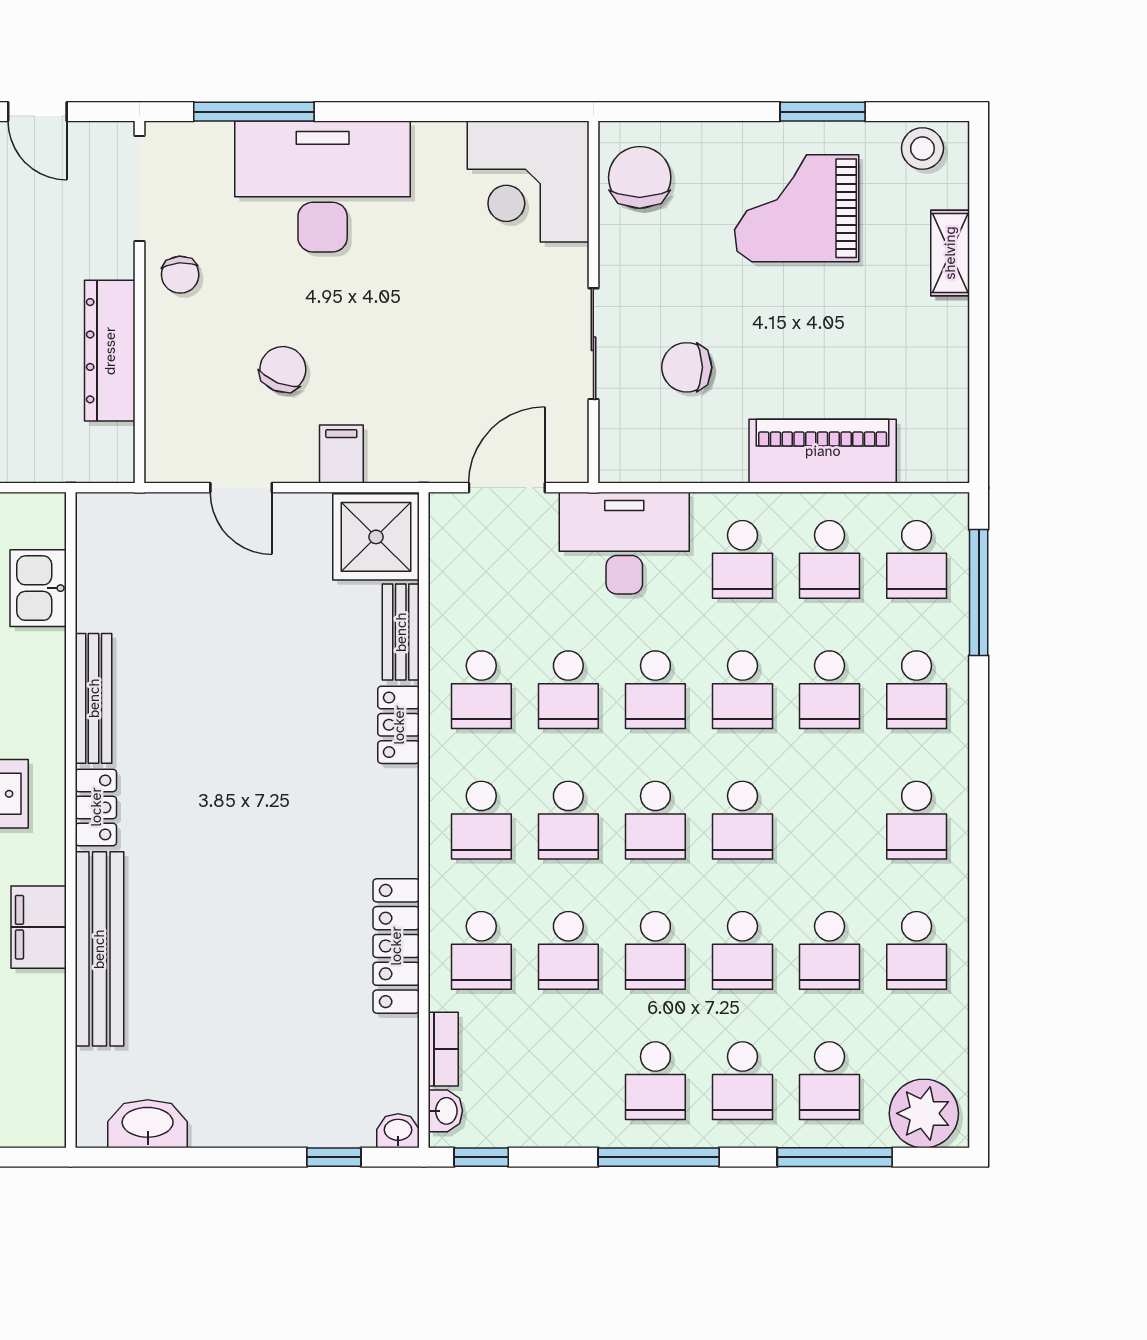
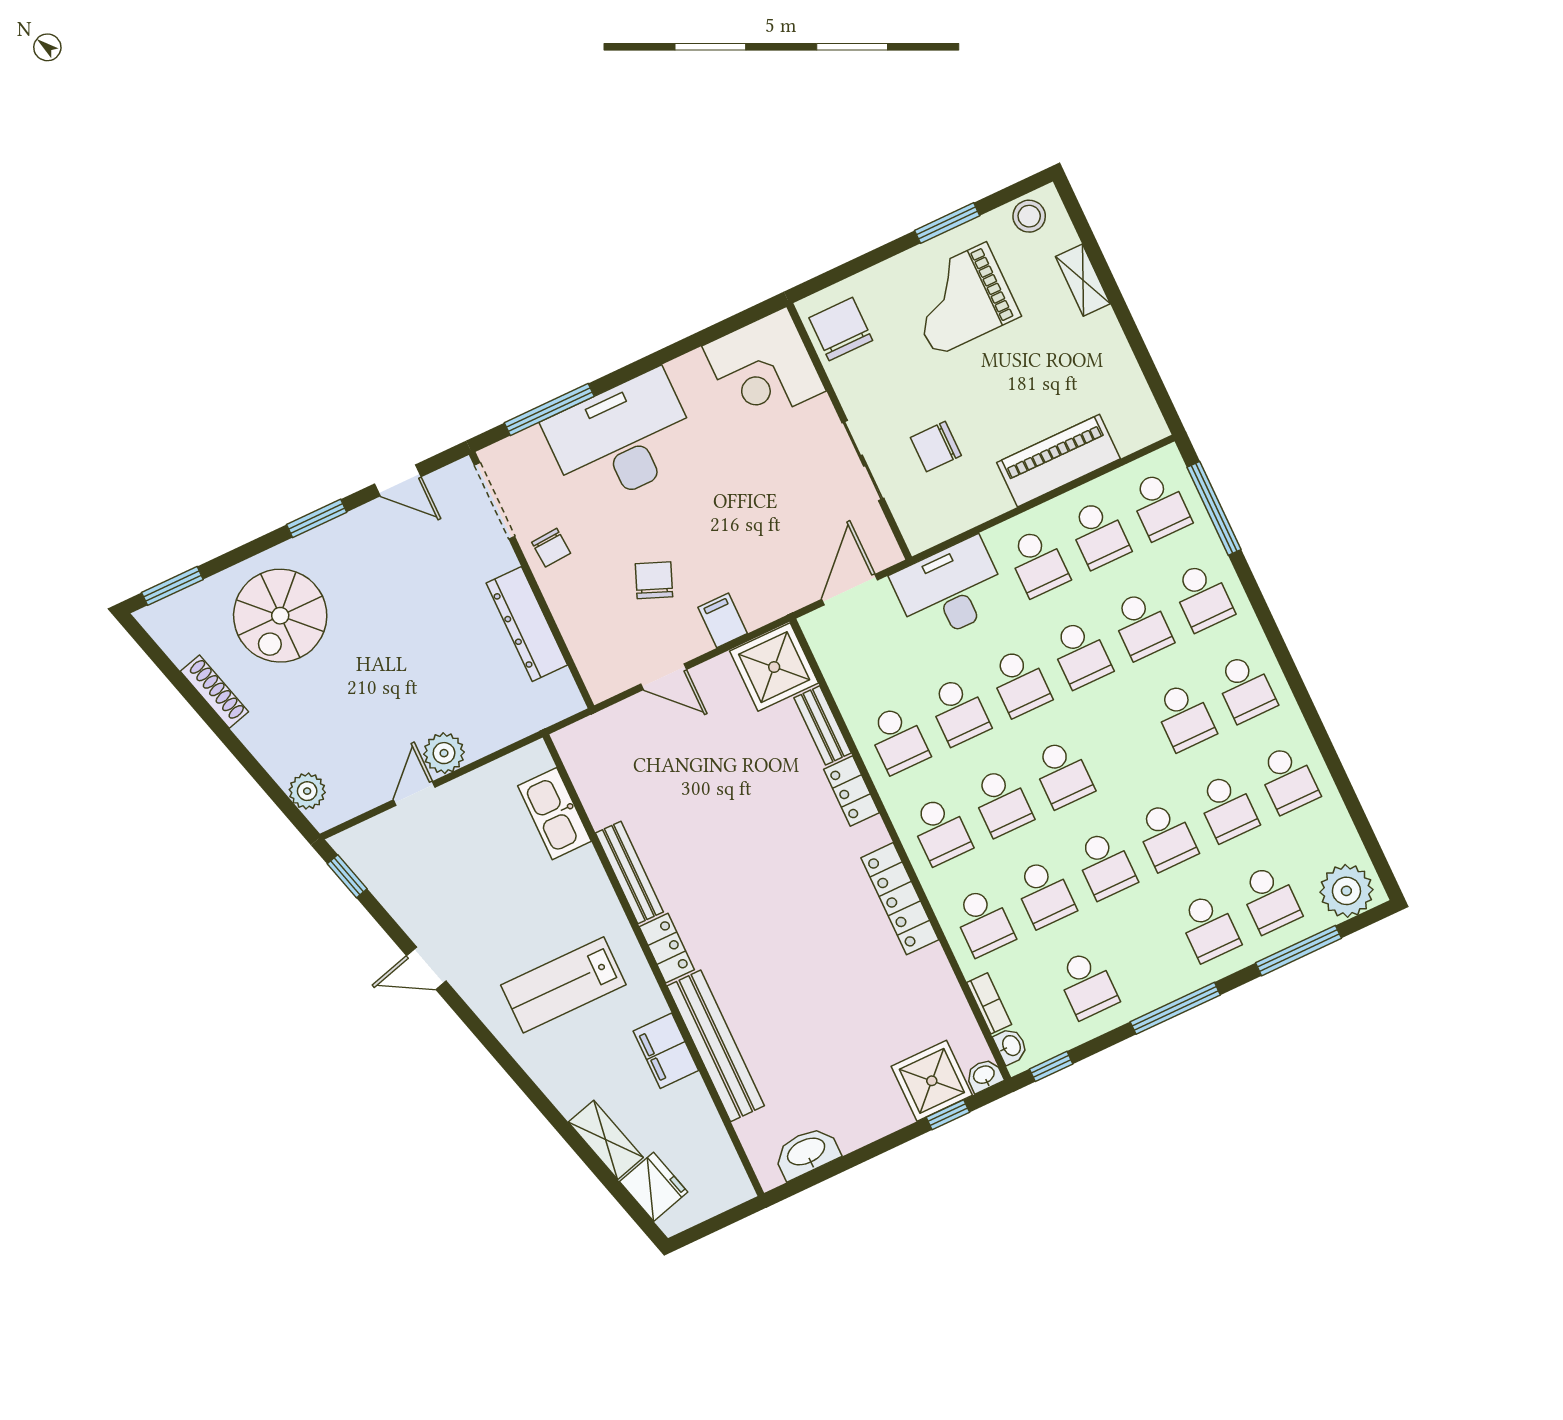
kitchen sink: (38, 588) -> (555, 814), width x1.38
school desk: (742, 820) -> (1184, 716), moved
locker: (396, 946) -> (900, 899), moved
school desk: (655, 1081) -> (1087, 984), moved
shower: (334, 1108) -> (932, 1081), added

